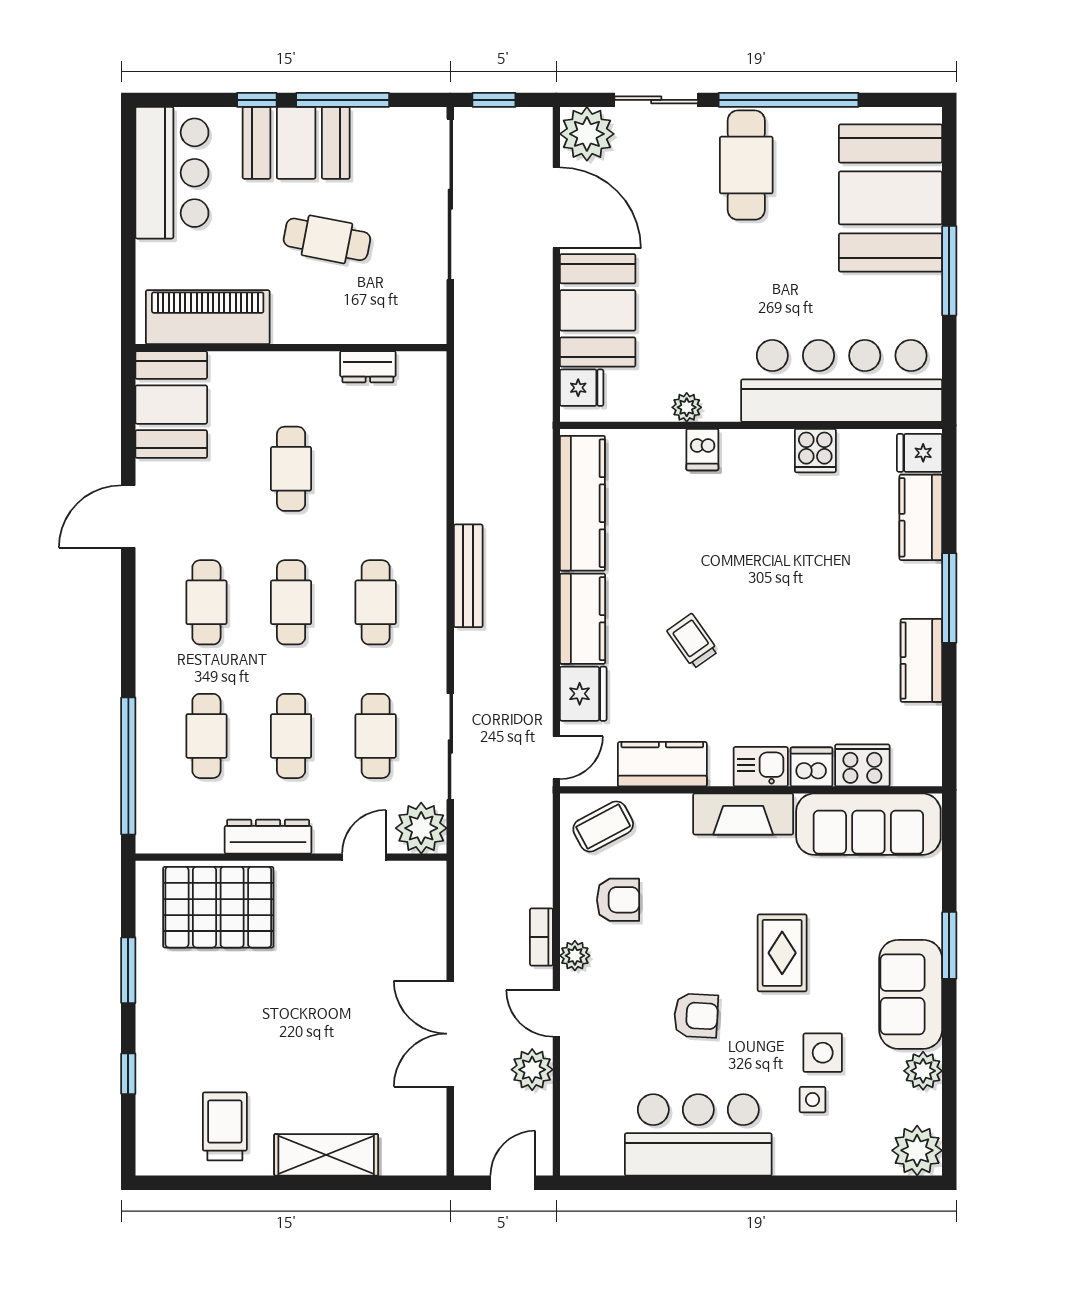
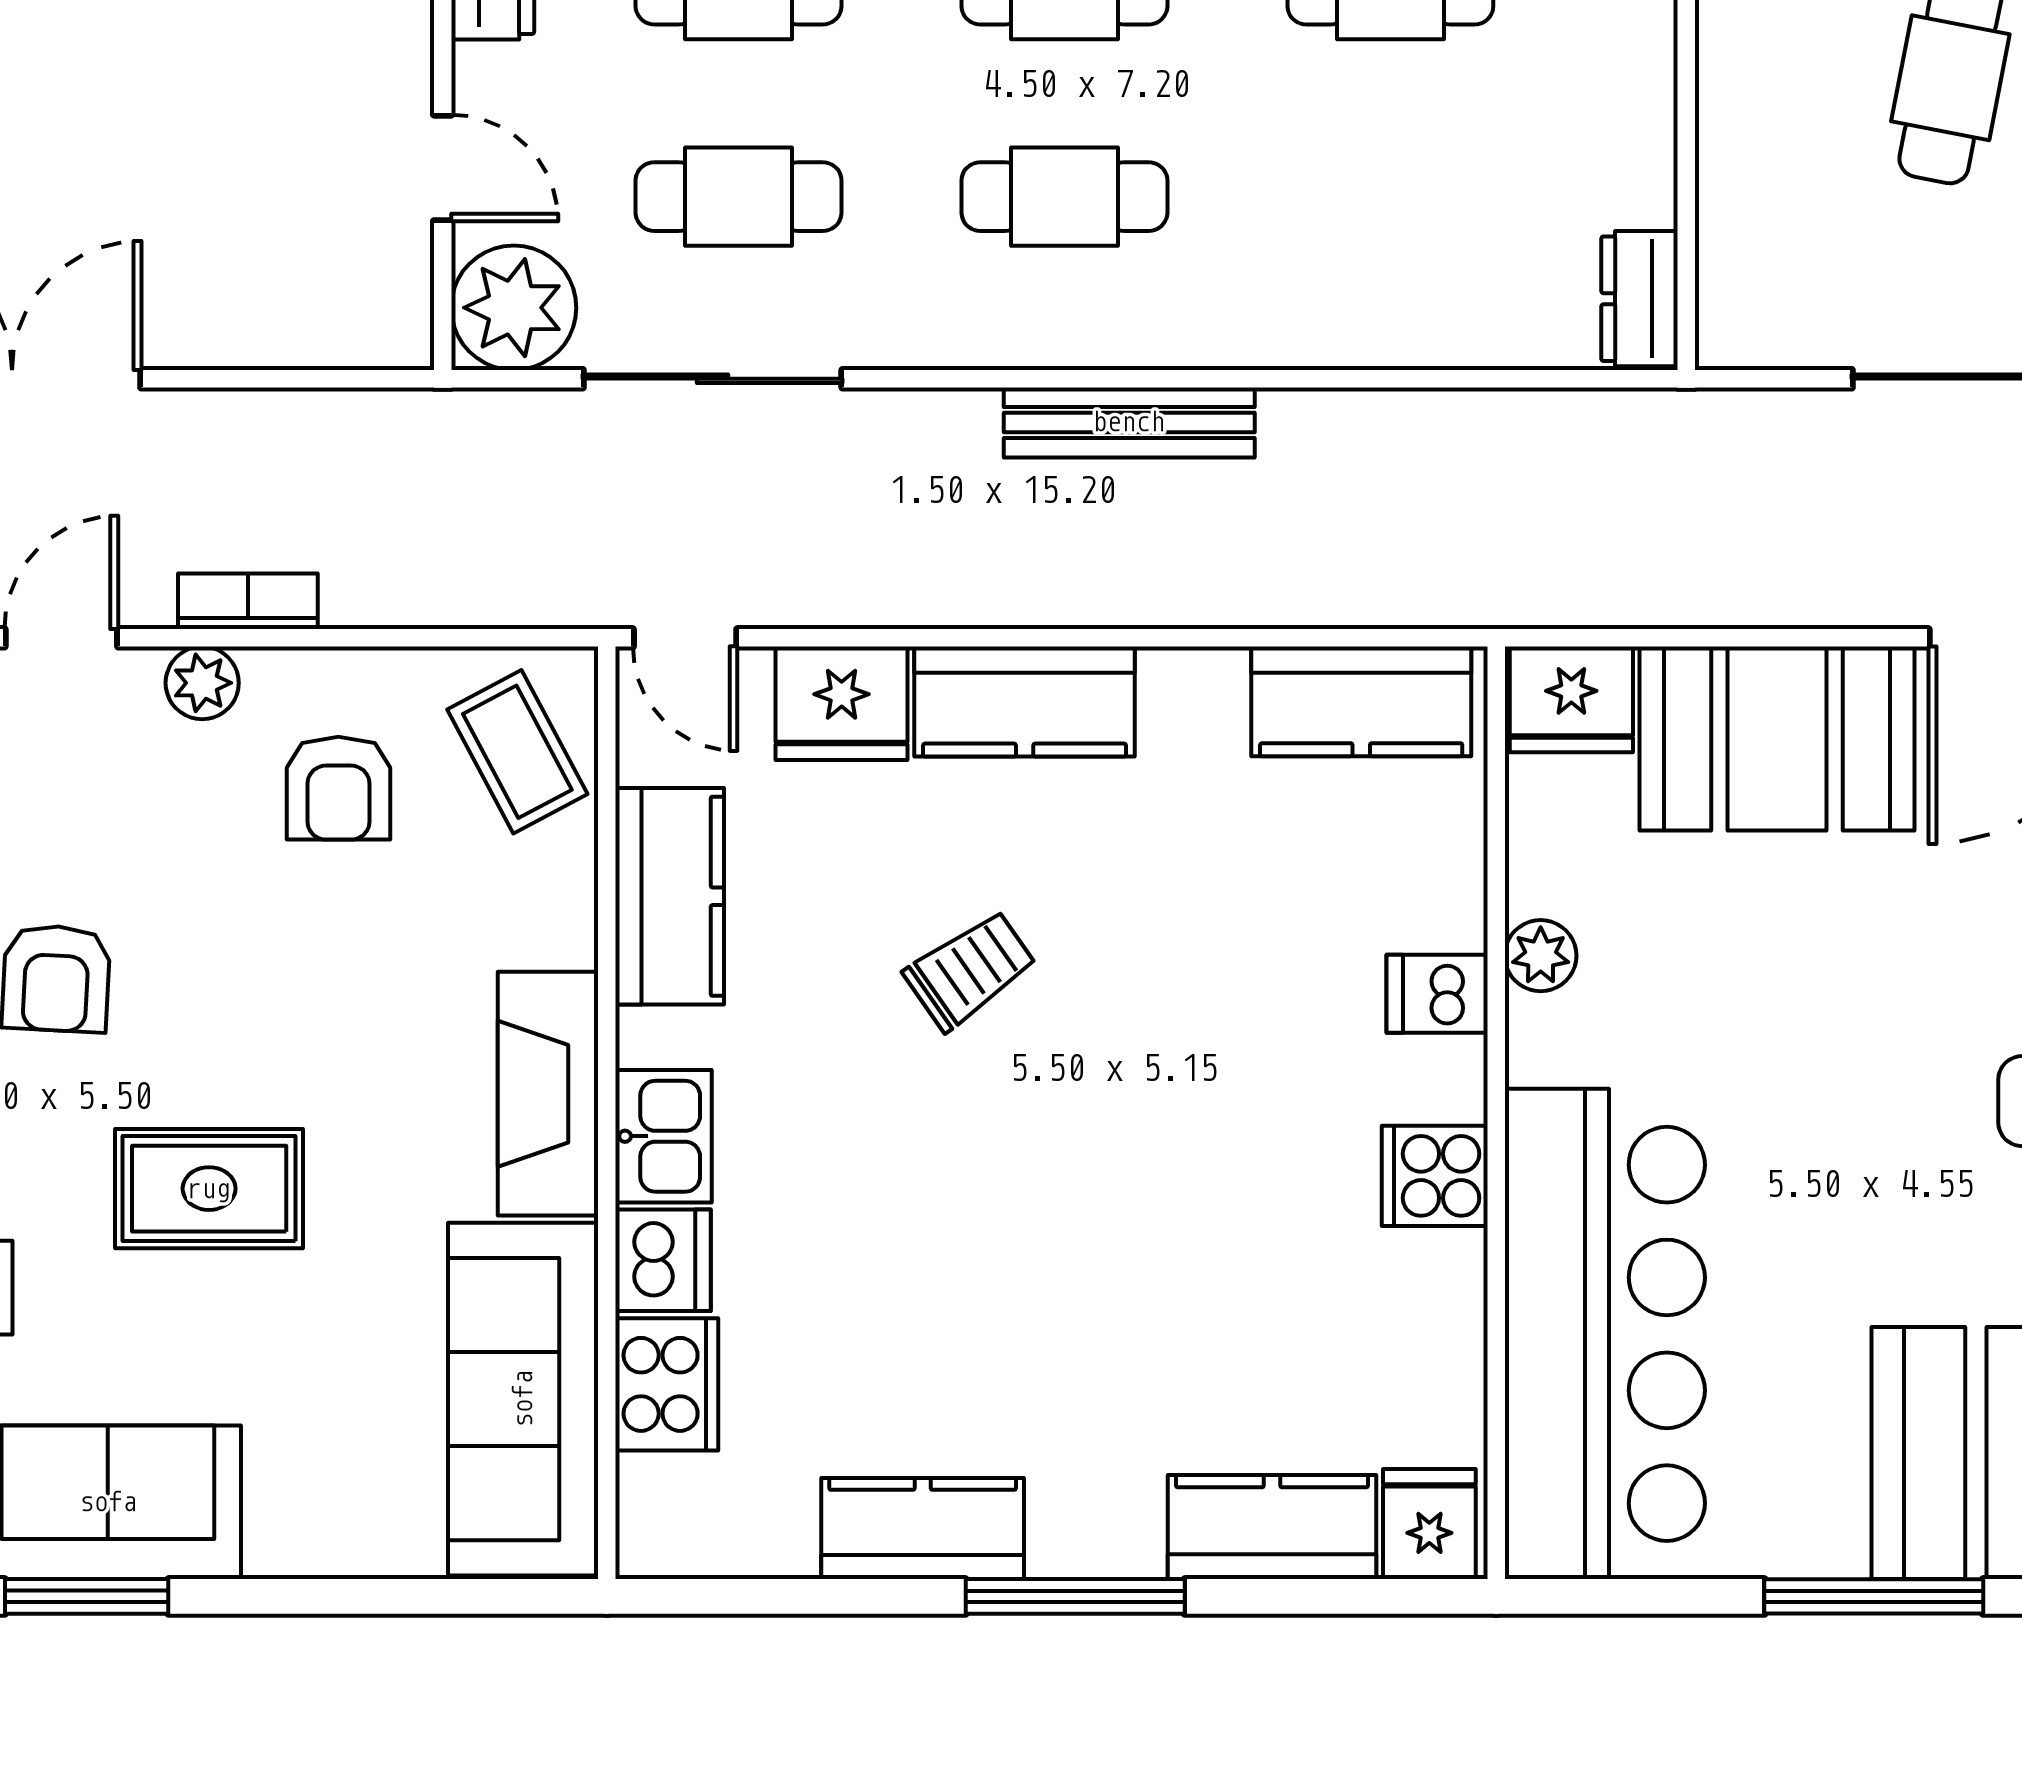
dresser: (368, 367) -> (1640, 299), moved
fridge: (582, 388) -> (1571, 699), width x1.38
cooker: (815, 451) -> (1435, 1176), moved
kitchen counter: (582, 503) -> (1361, 701), width x0.67
window: (949, 945) -> (87, 1596), moved

